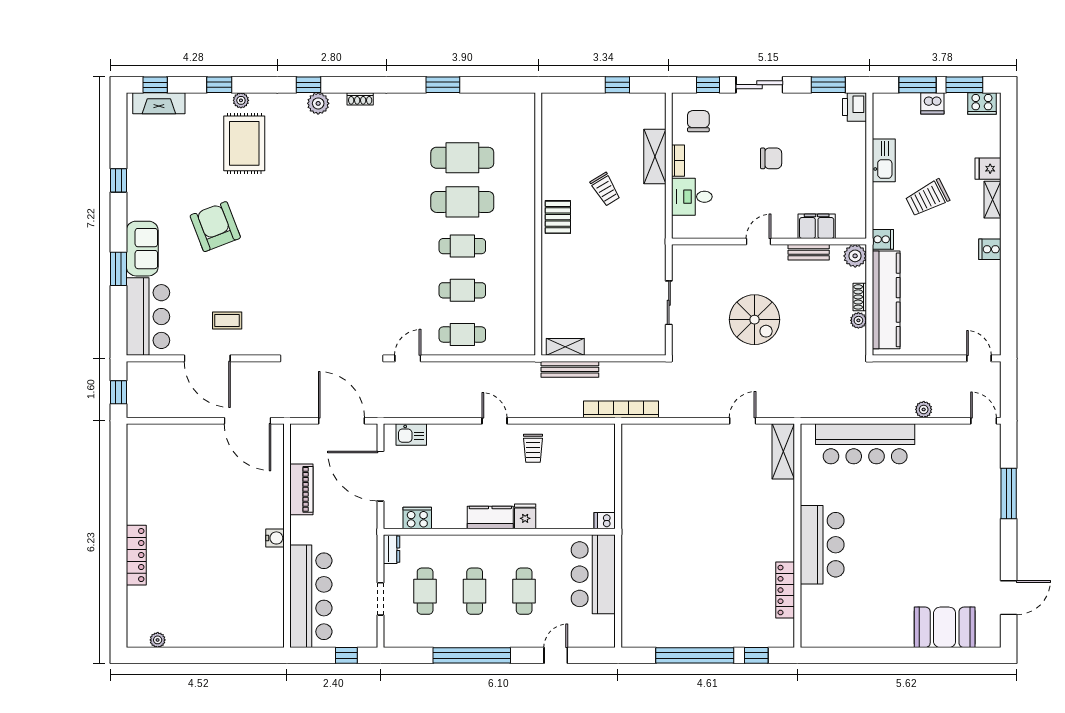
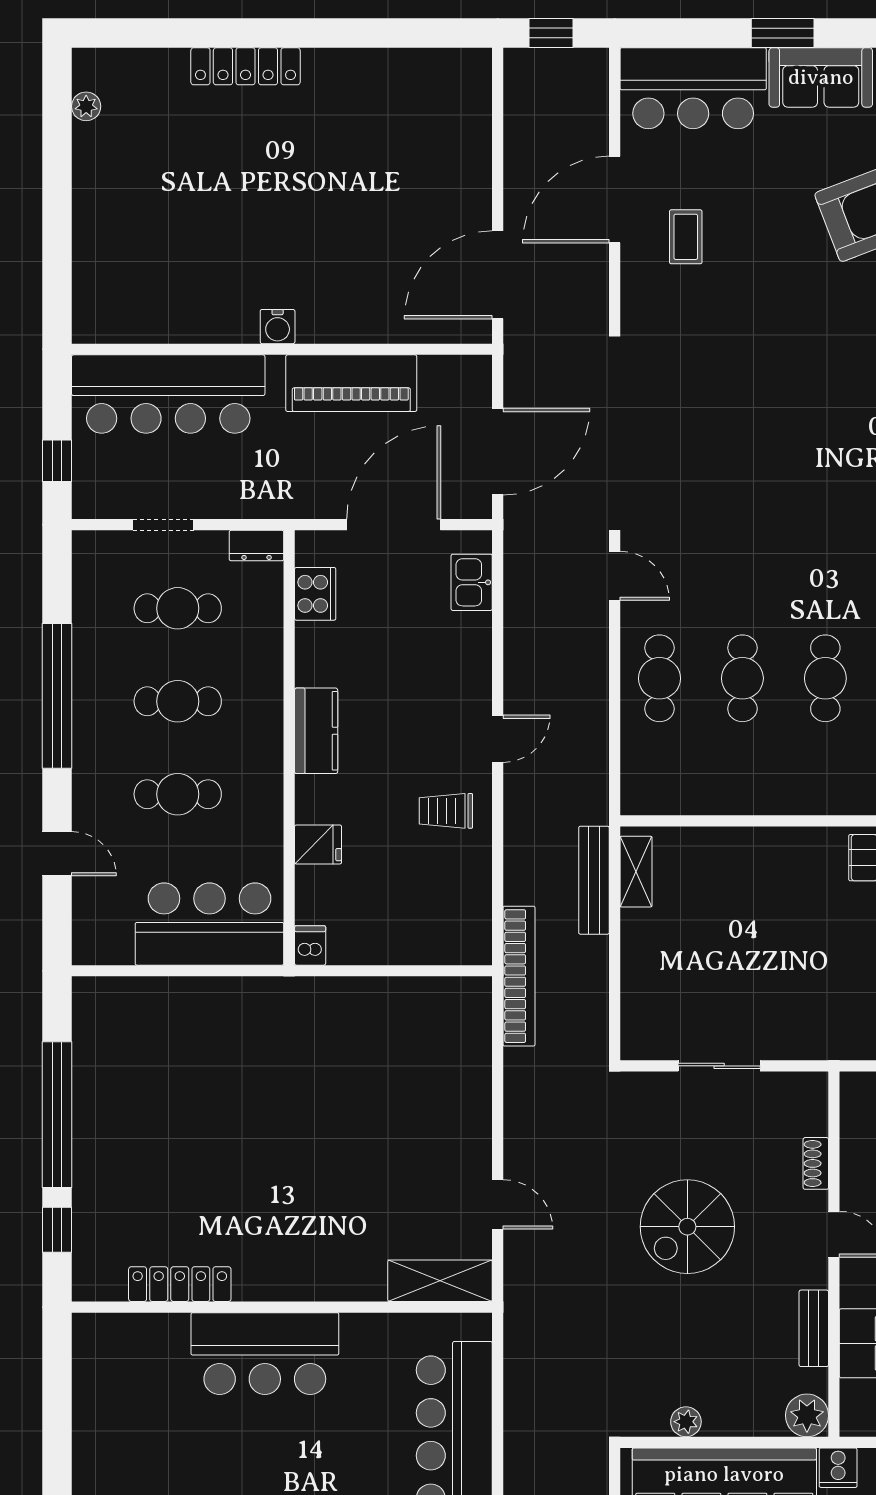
shoe rack: (860, 297) -> (816, 1163), moved, turned -90
piano: (301, 489) -> (351, 383), width x1.37, depth x1.33
fridge: (525, 516) -> (318, 844), moved

